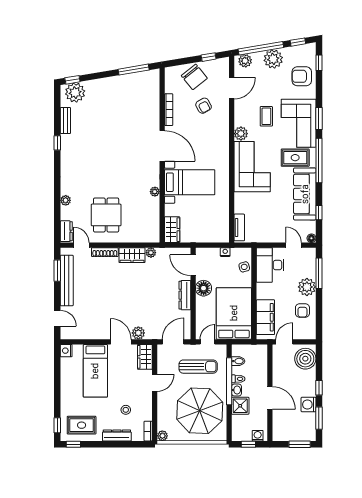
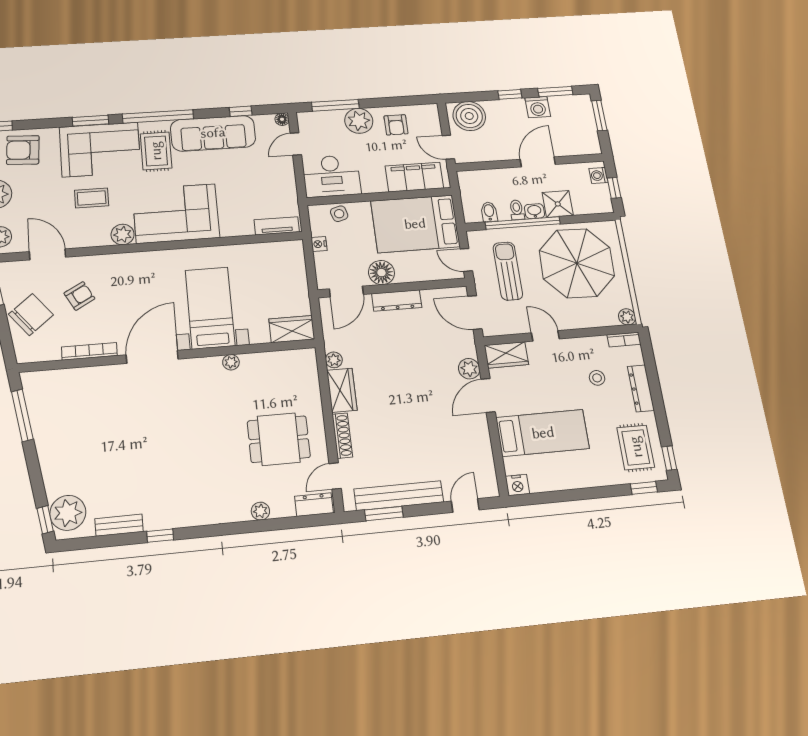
armchair: (302, 76) -> (23, 150), turned 93
armchair: (302, 310) -> (396, 125), turned 90

